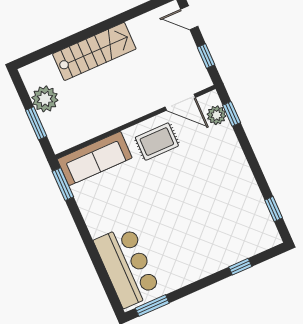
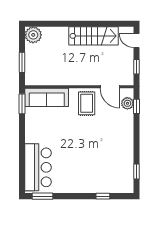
stairs: (94, 51) -> (93, 36), moved
plant: (45, 99) -> (33, 35), moved
rug: (157, 142) -> (87, 103), turned 90

